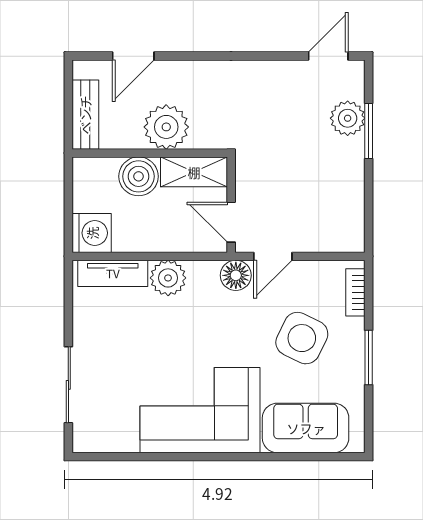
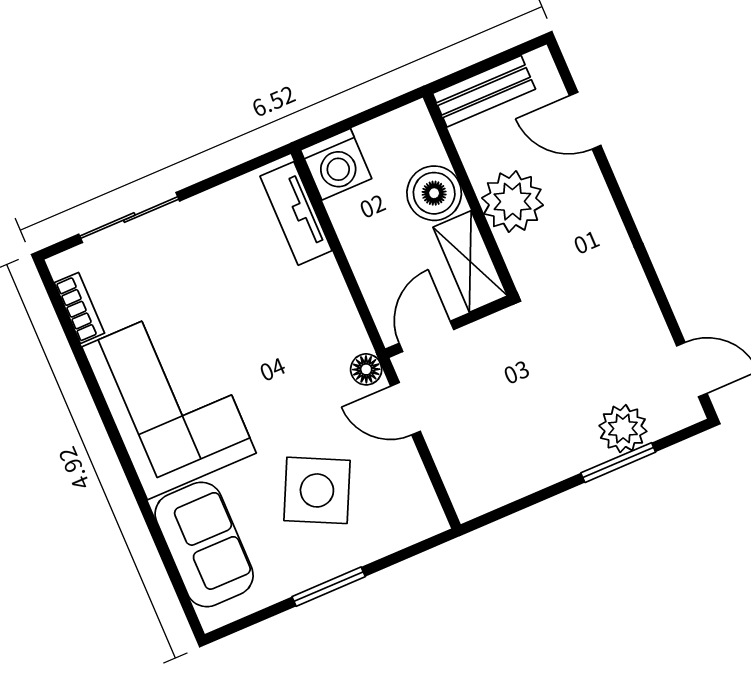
floor lamp: (236, 275) -> (366, 369), width x0.73, depth x0.73
plant: (168, 278) -> (320, 287), removed
bookcase: (355, 292) -> (79, 308), moved, turned 90

